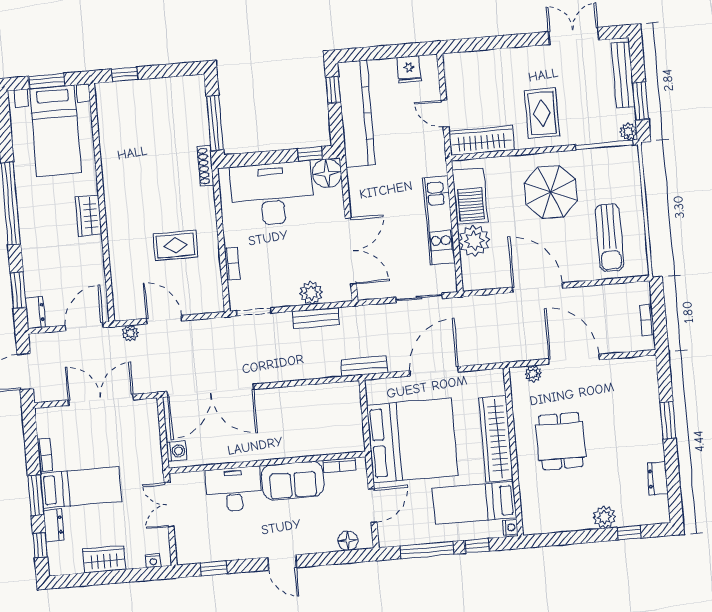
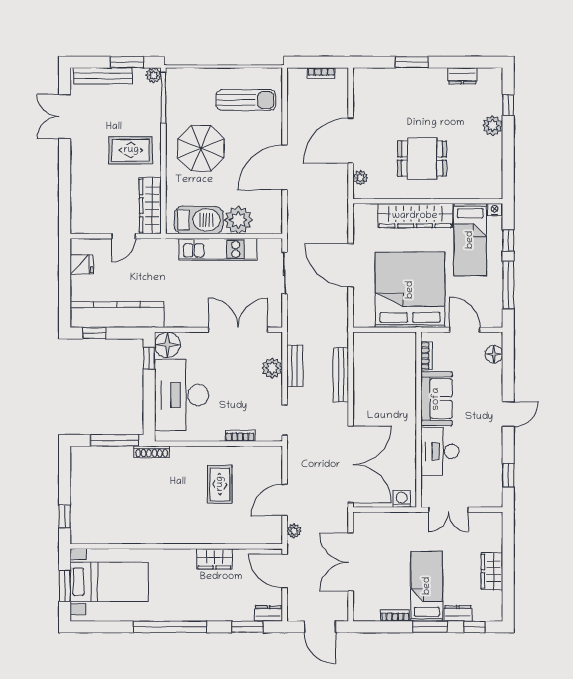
wardrobe: (89, 216) -> (214, 559), moved
bench: (364, 366) -> (341, 375), moved, width x1.36
nightstand: (153, 561) -> (497, 528), removed

